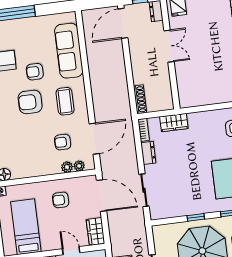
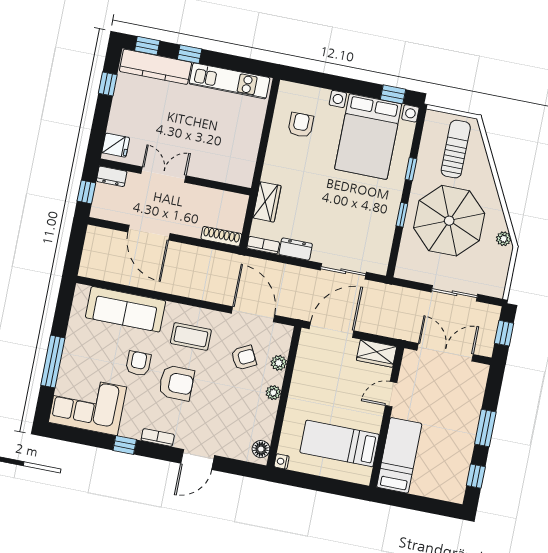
door: (123, 23) -> (149, 233), moved
armchair: (35, 72) -> (138, 363), turned 180
armchair: (30, 102) -> (176, 383), turned -90
armchair: (63, 142) -> (244, 358), turned -117
plant: (79, 166) -> (273, 393), moved
armchair: (61, 200) -> (319, 386), removed

